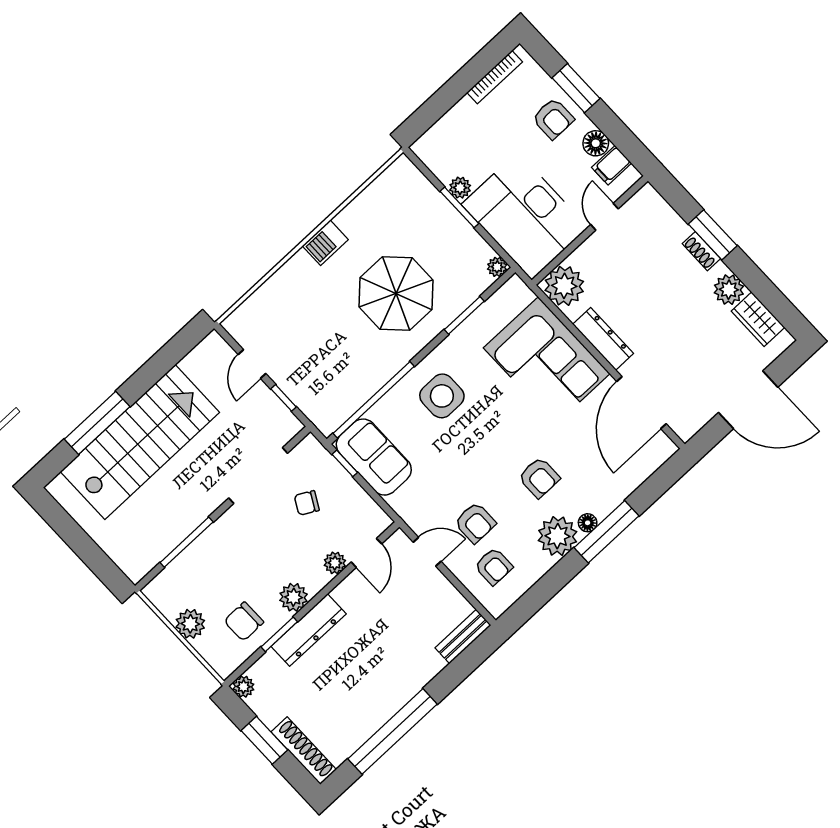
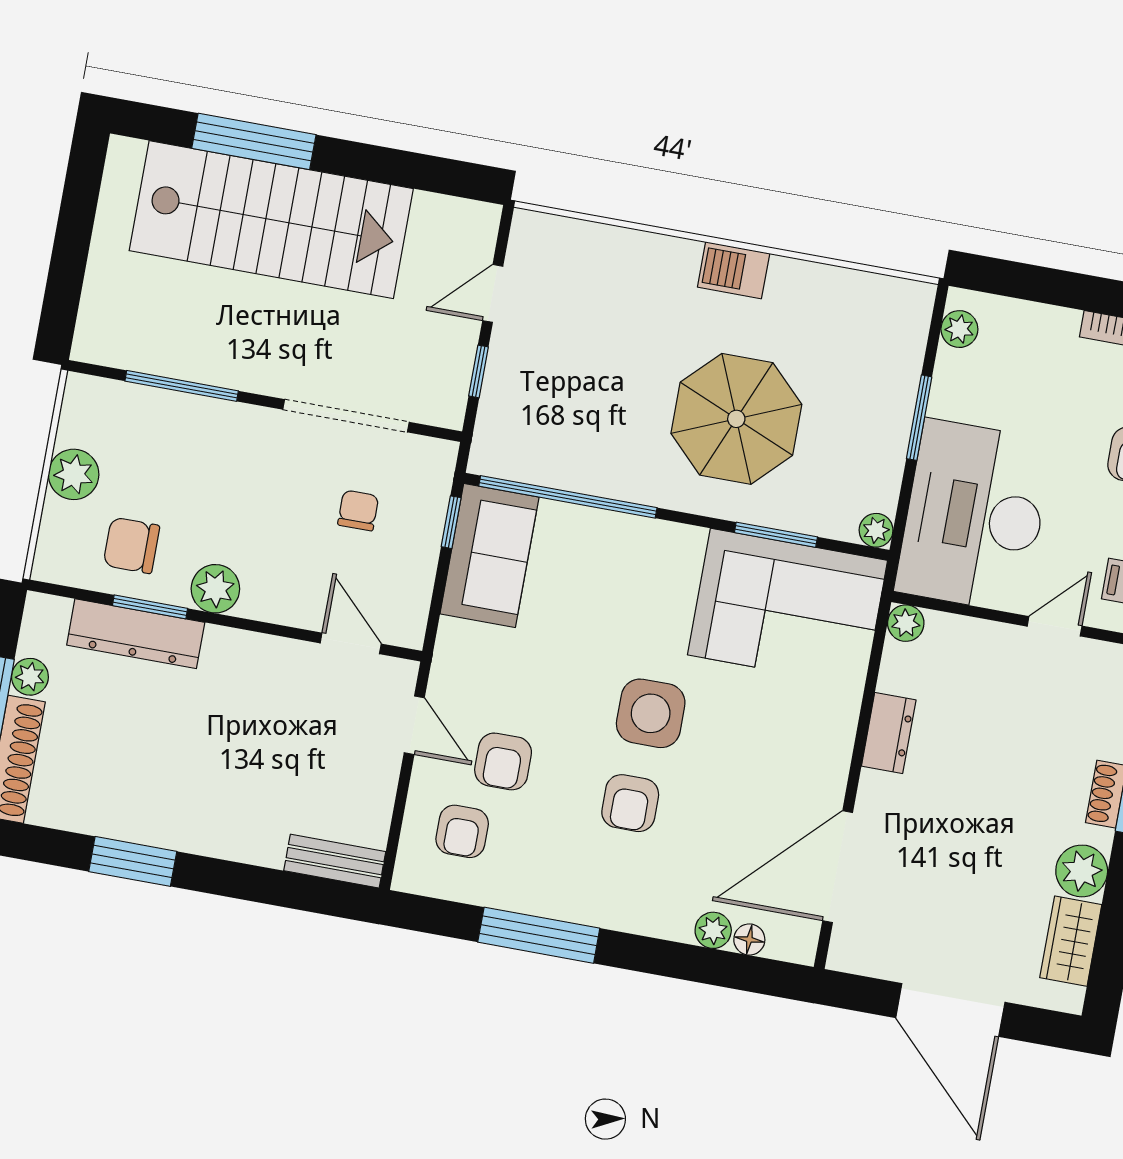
plant: (460, 188) -> (959, 329), moved
plant: (564, 286) -> (906, 623), width x0.53, depth x0.53
dresser: (603, 339) -> (889, 733), width x0.70
corner sofa: (547, 361) -> (788, 608), moved, turned -90
side table: (442, 396) -> (651, 713), moved
chair: (307, 503) -> (358, 510), turned 61
floor lamp: (588, 523) -> (749, 940), moved
window: (607, 532) -> (539, 935), moved
plant: (558, 536) -> (713, 930), moved, width x0.53, depth x0.53
door: (366, 553) -> (351, 643), swing flipped
plant: (335, 563) -> (305, 610), removed
dresser: (309, 630) -> (136, 634), moved
plant: (243, 687) -> (30, 677), moved
window: (393, 731) -> (133, 861), width x0.47

